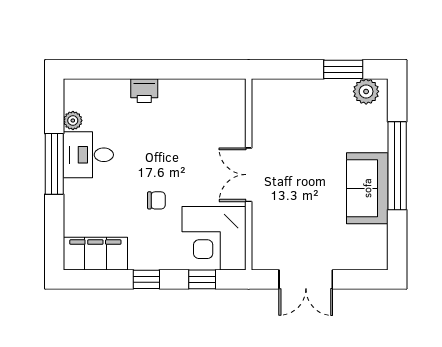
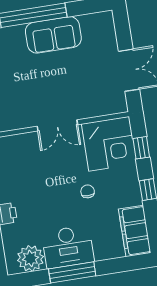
plant: (73, 120) -> (30, 258), width x1.88, depth x1.88
desk: (88, 155) -> (68, 247), width x1.37

